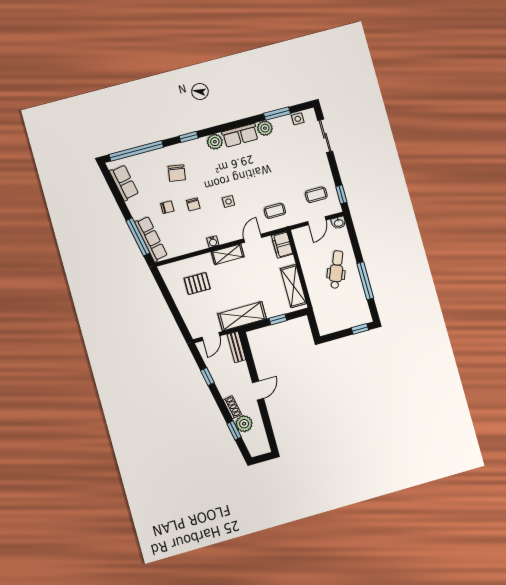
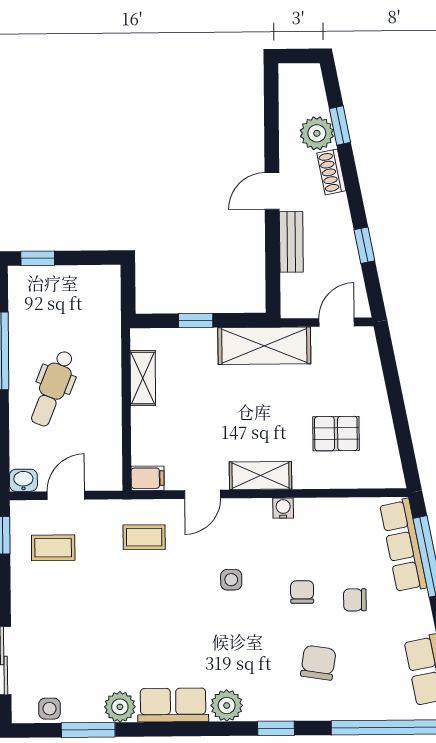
filing cabinet: (282, 245) -> (148, 478), width x0.50
shelving: (294, 286) -> (143, 378), width x0.67, depth x0.75
bench: (236, 347) -> (291, 242), moved

